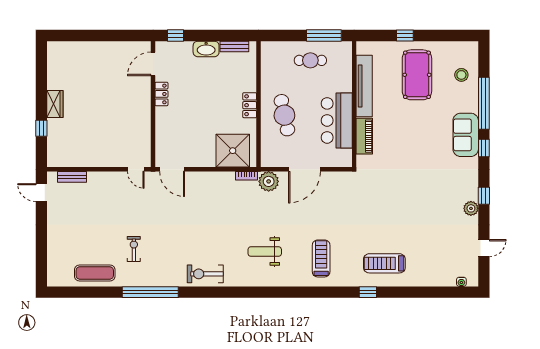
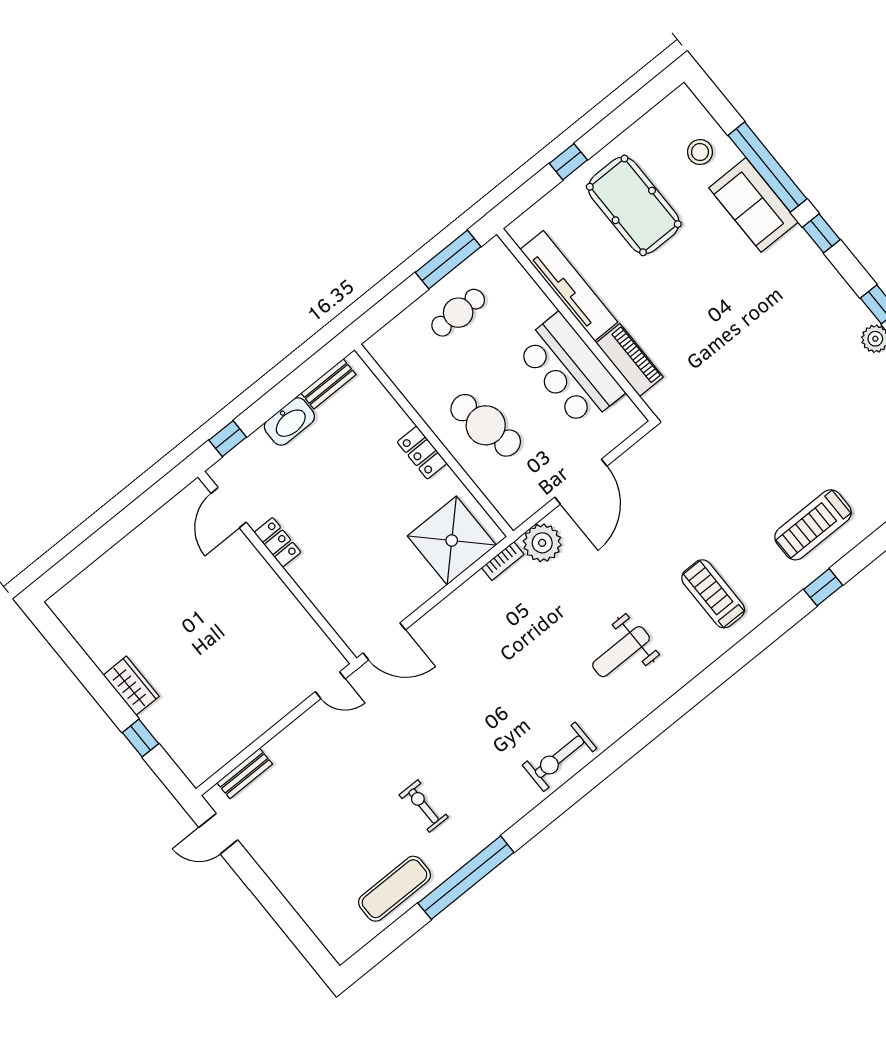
sofa: (466, 135) -> (754, 205), moved
window: (150, 292) -> (466, 878), moved

